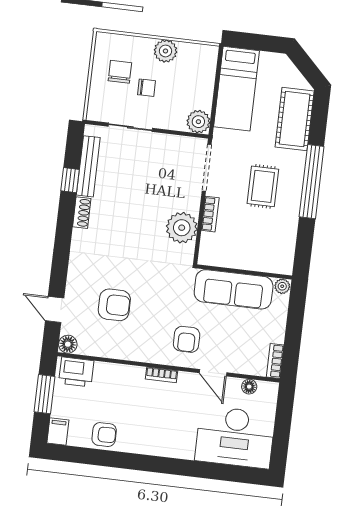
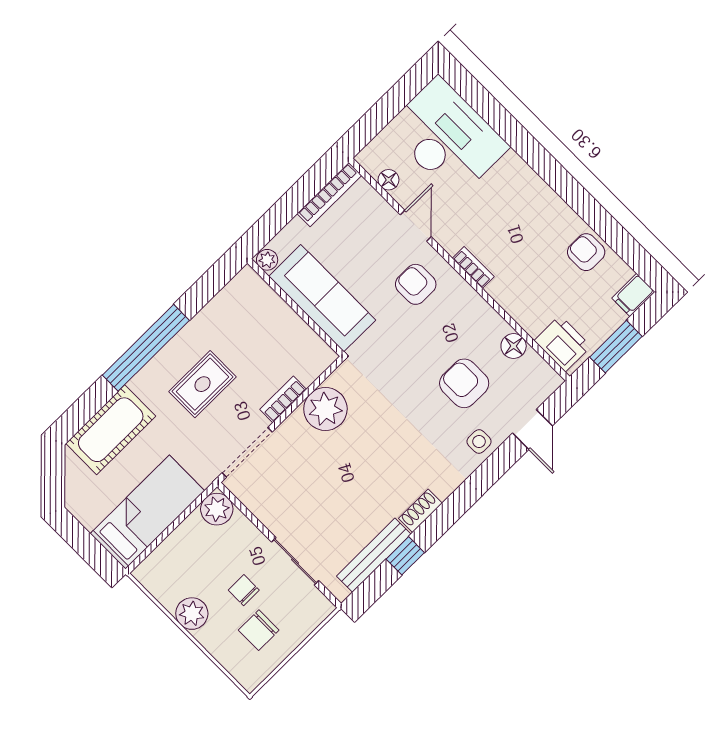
side table: (80, 278) -> (479, 441), added
armchair: (187, 339) -> (416, 284), turned -90
floor lamp: (68, 344) -> (514, 346), moved
bookcase: (275, 361) -> (329, 194), width x1.56

